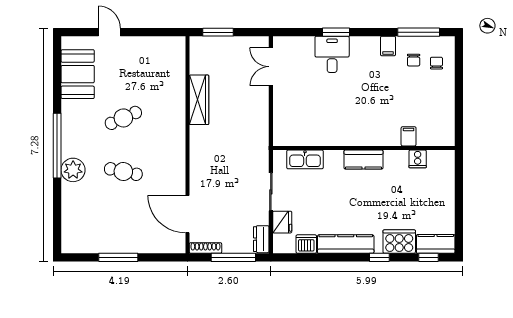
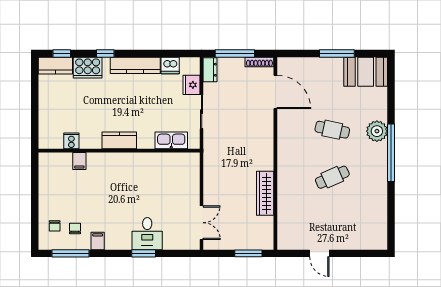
door: (109, 32) -> (319, 253), moved
booth: (78, 74) -> (366, 72), moved, turned 90

